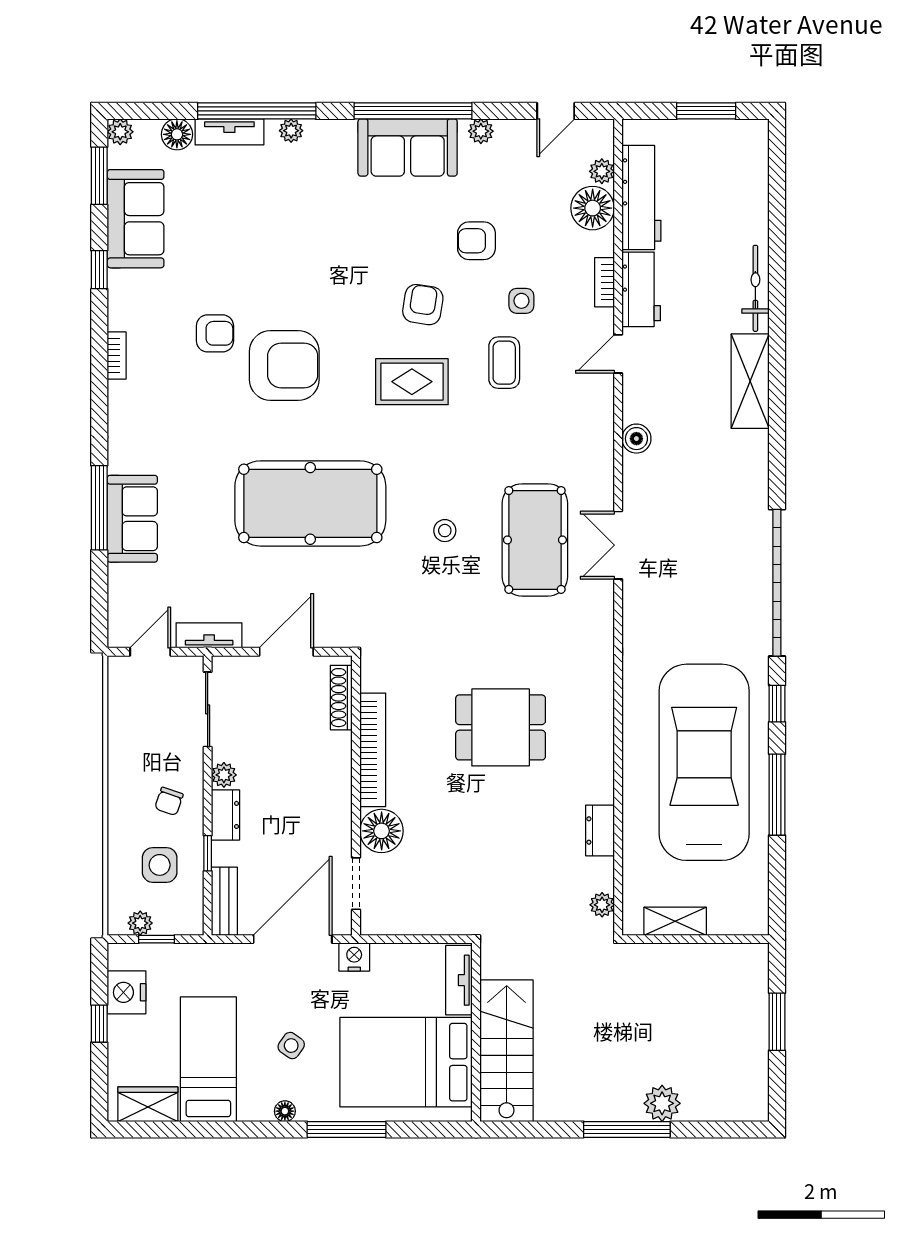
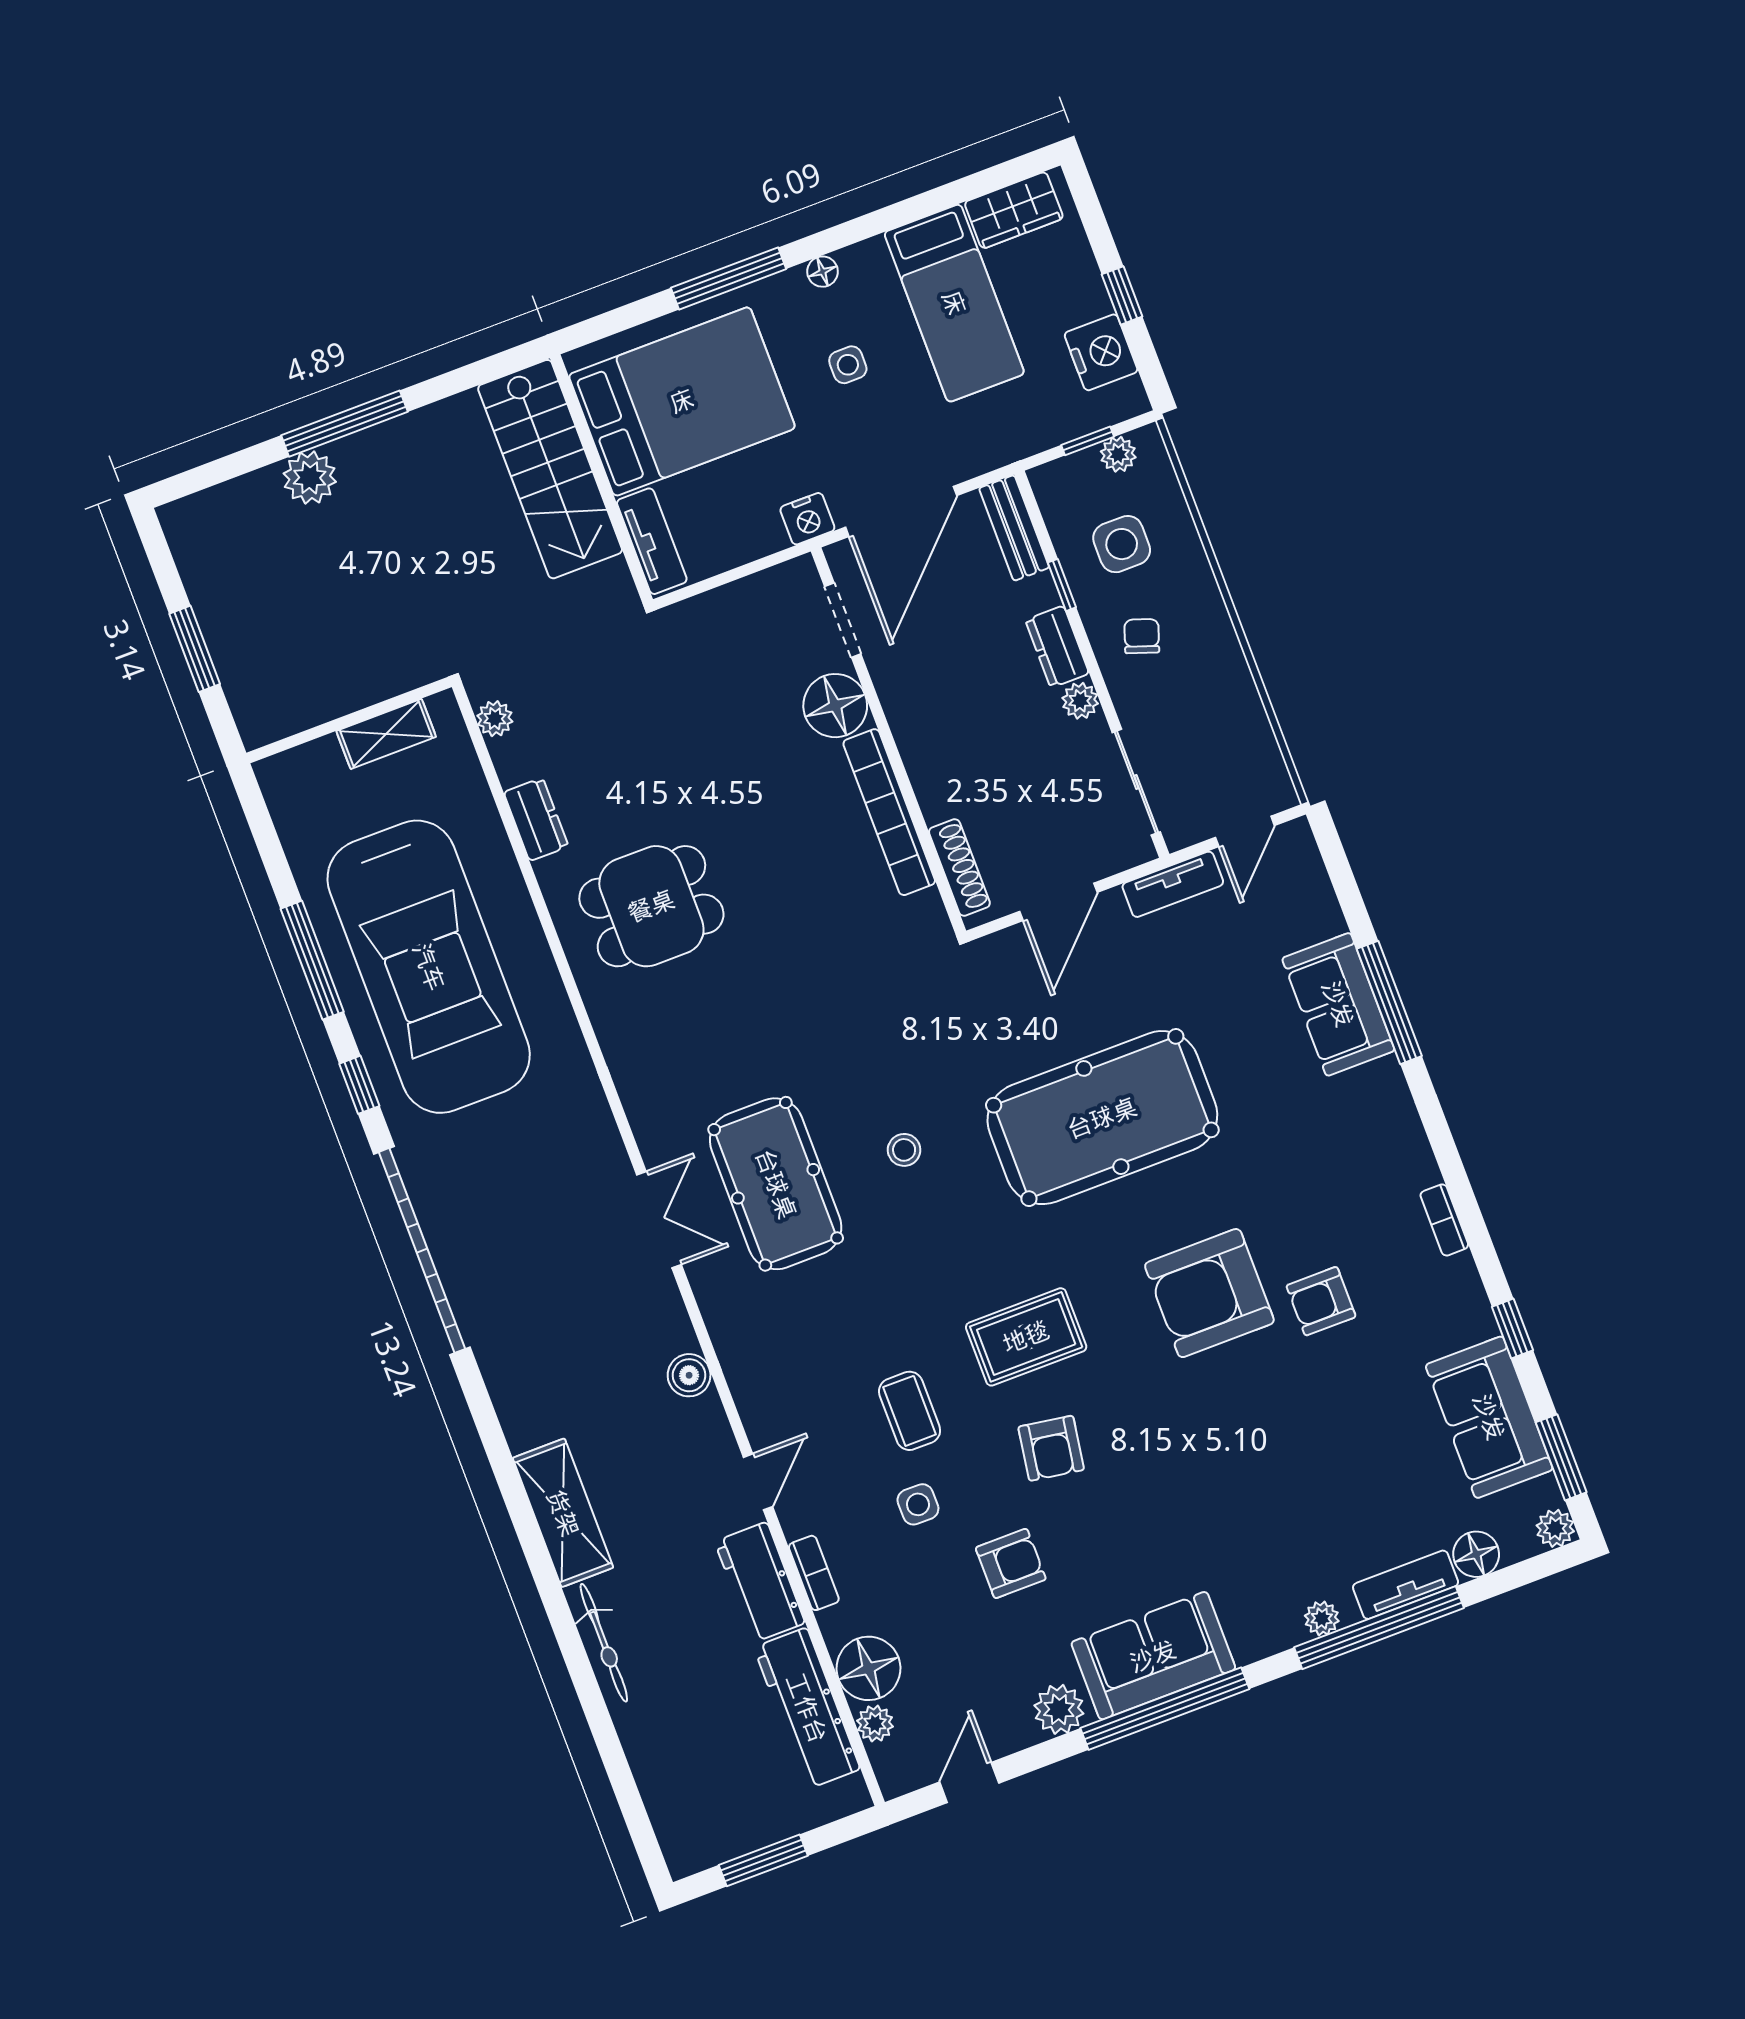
plant: (481, 131) -> (1059, 1709), width x1.38, depth x1.38
dining table: (501, 727) -> (651, 906), moved
side table: (291, 1046) -> (848, 365), turned -35

